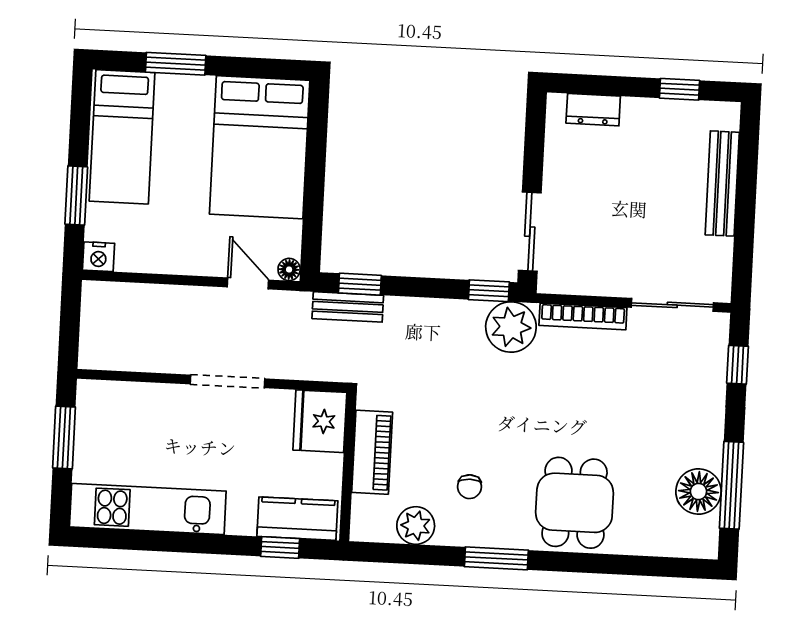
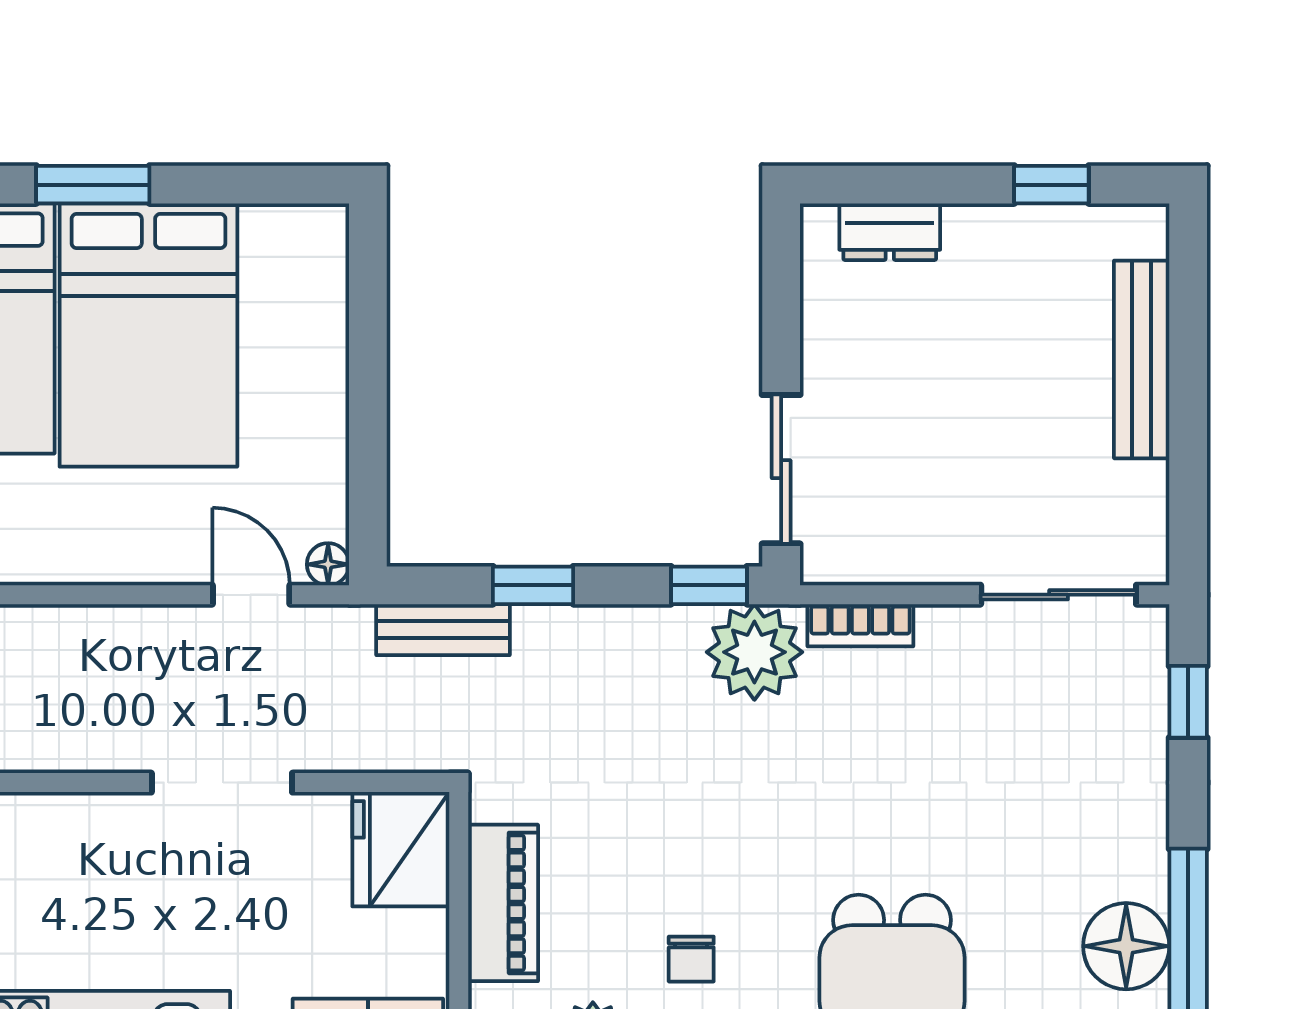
bed: (260, 147) -> (148, 335), moved
window: (360, 284) -> (533, 585), moved
bookcase: (583, 317) -> (860, 625), width x0.64

